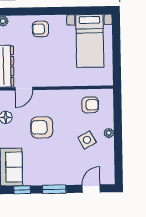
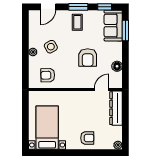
armchair: (42, 127) -> (88, 58), turned 90
coffee table: (55, 170) -> (77, 22), added

